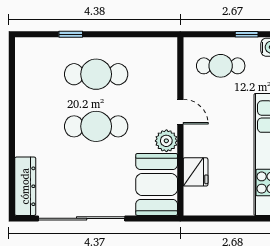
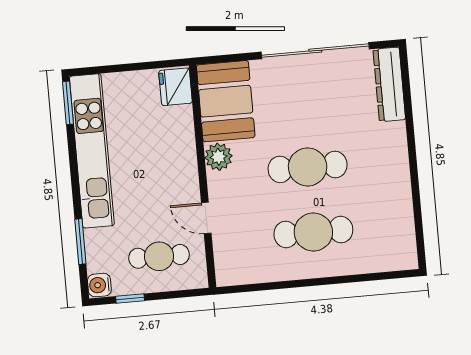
window: (71, 34) -> (349, 279), removed
door: (180, 112) -> (206, 218), moved
fridge: (196, 172) -> (175, 87), moved

